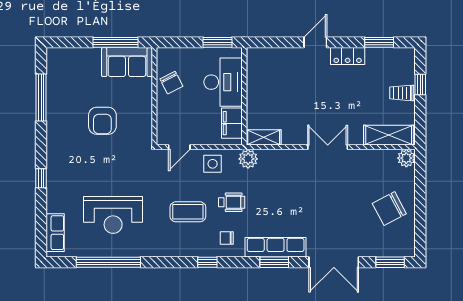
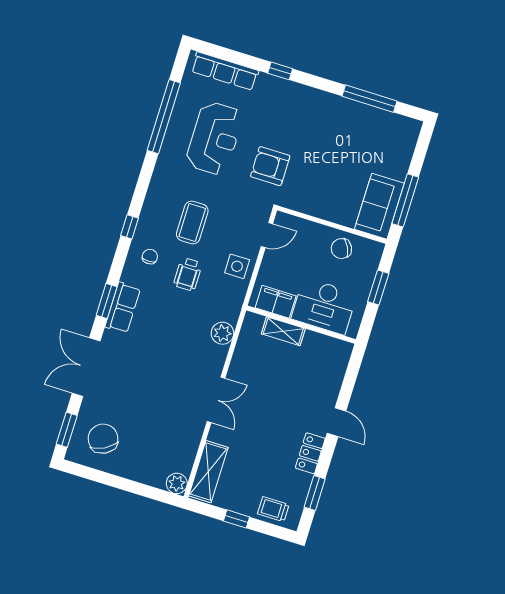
window: (217, 42) -> (378, 287), moved
window: (420, 84) -> (237, 519), moved
trolley: (402, 93) -> (273, 509), moved, turned -90
armchair: (102, 121) -> (270, 166), moved
shelving: (264, 137) -> (283, 331), moved, turned 90
door: (179, 147) -> (267, 235), swing flipped
plant: (248, 159) -> (222, 333), moved
chair: (389, 209) -> (103, 439), moved
reception desk: (113, 215) -> (214, 138), turned 180
row of seats: (55, 233) -> (225, 71), width x1.48
row of seats: (276, 247) -> (123, 308), width x0.68

